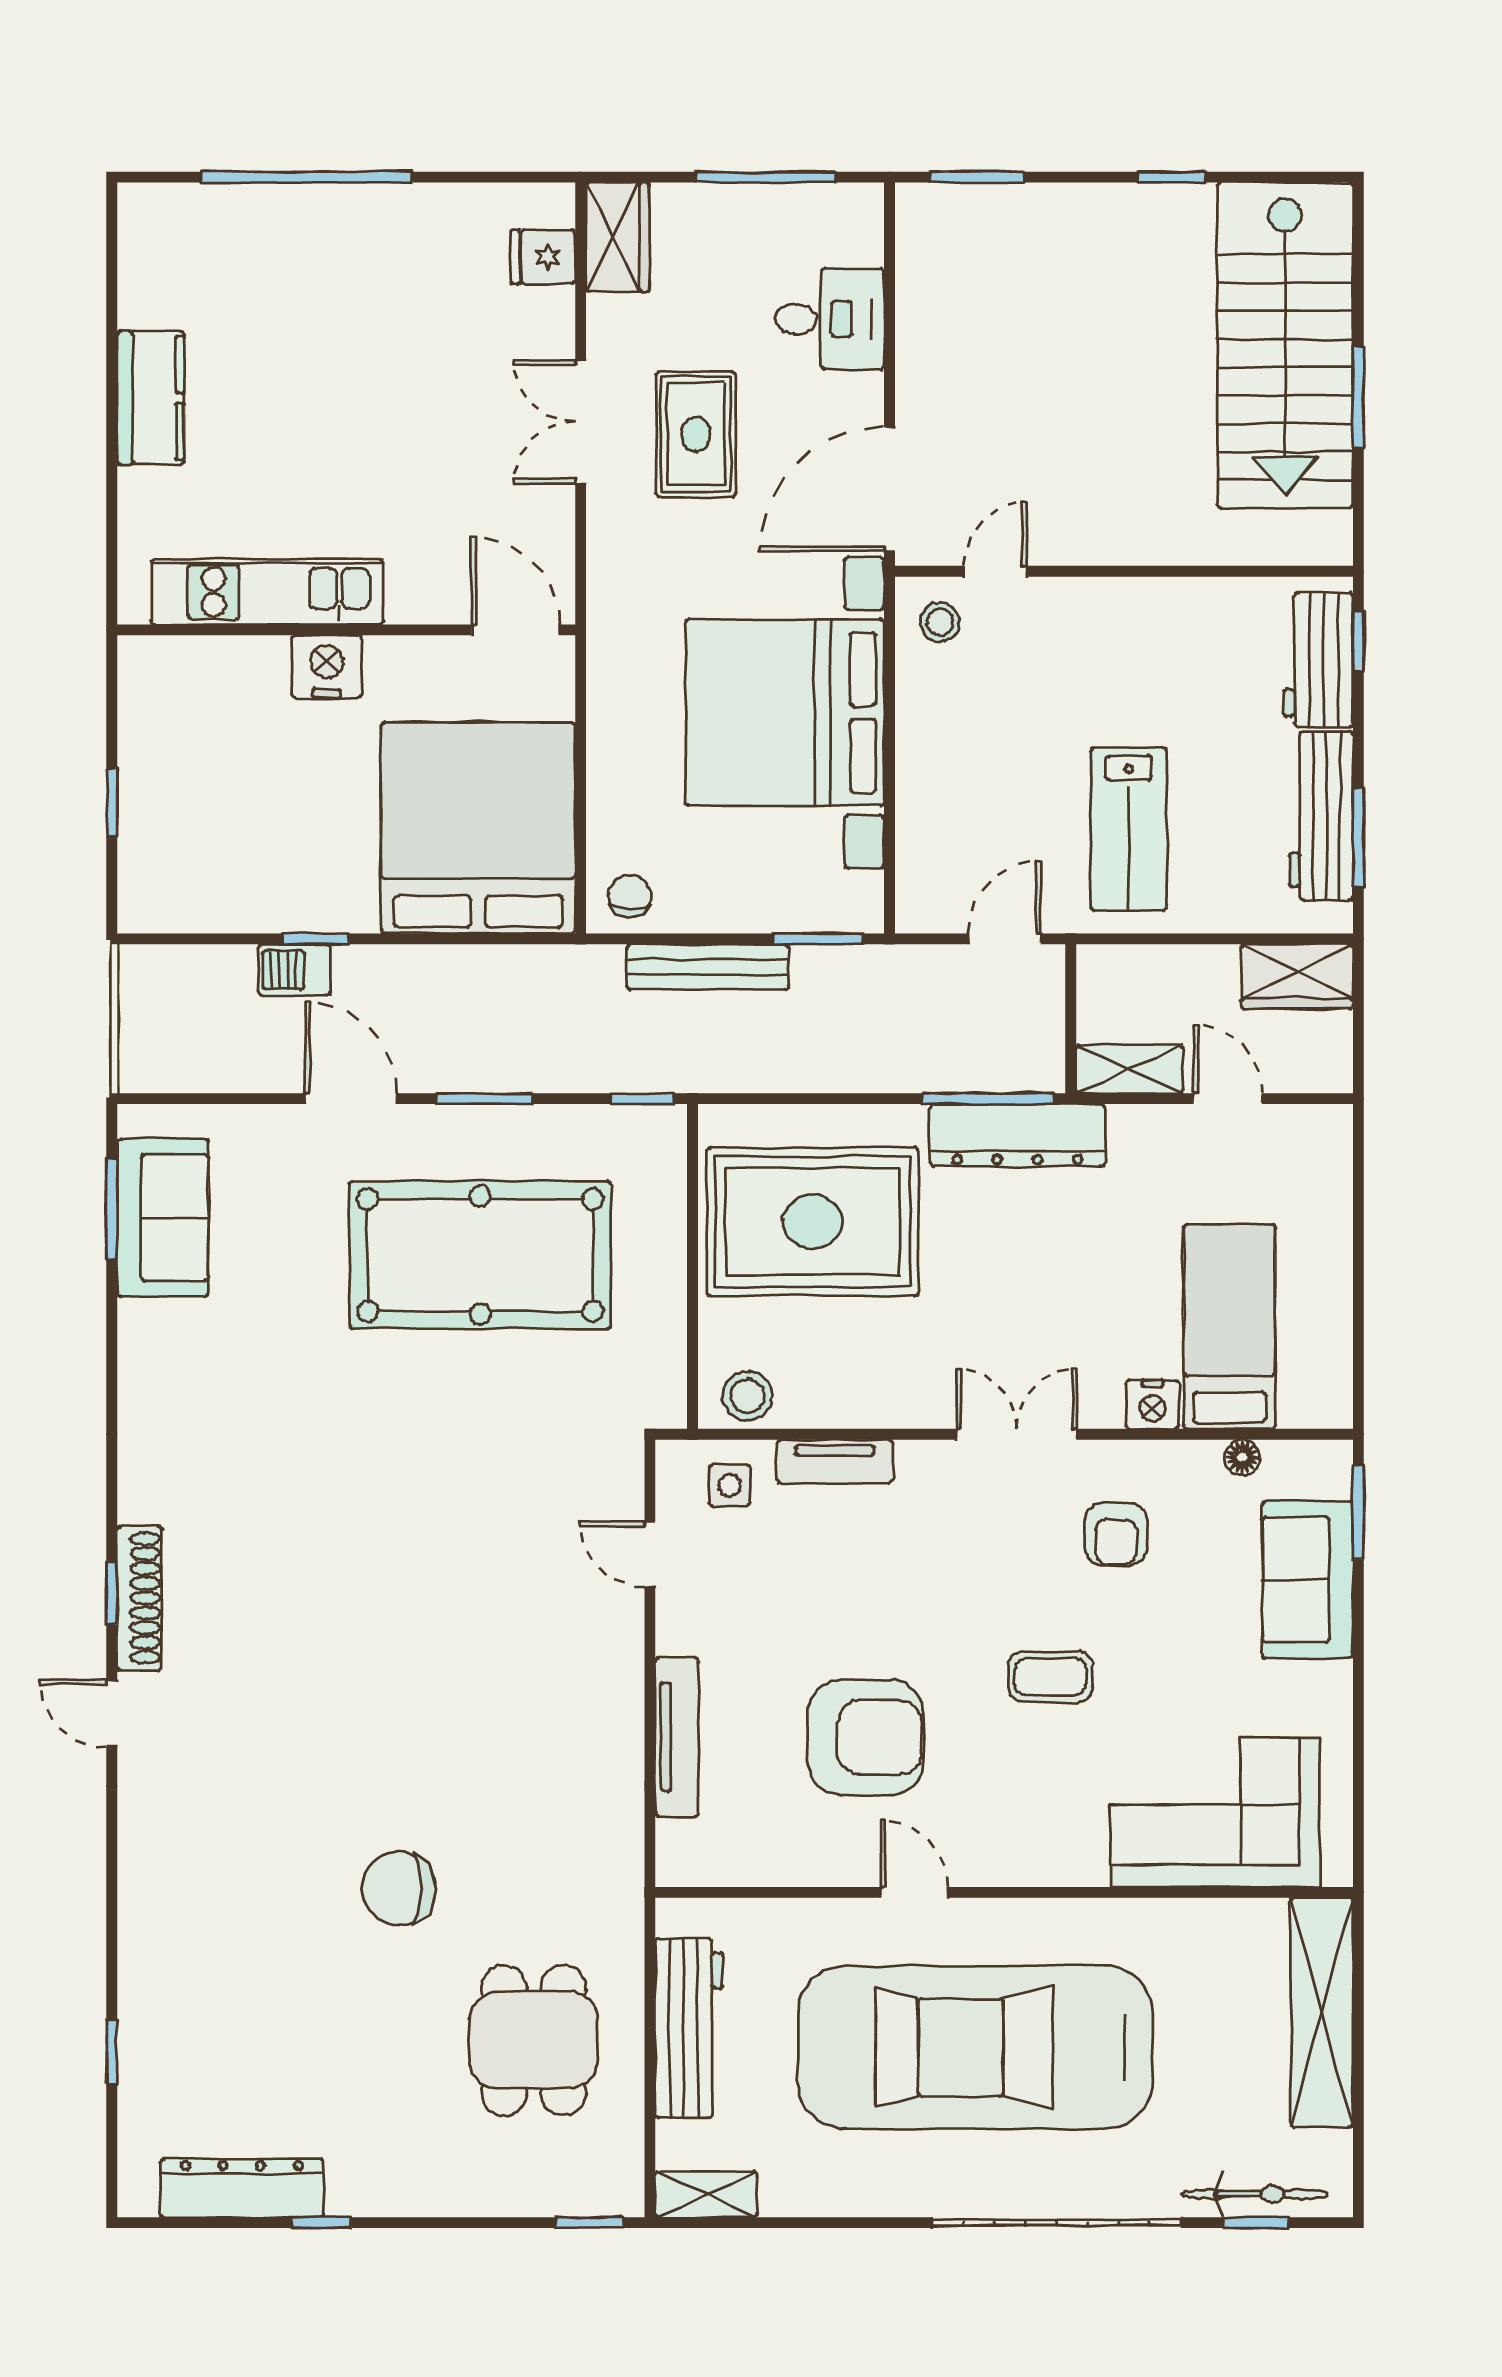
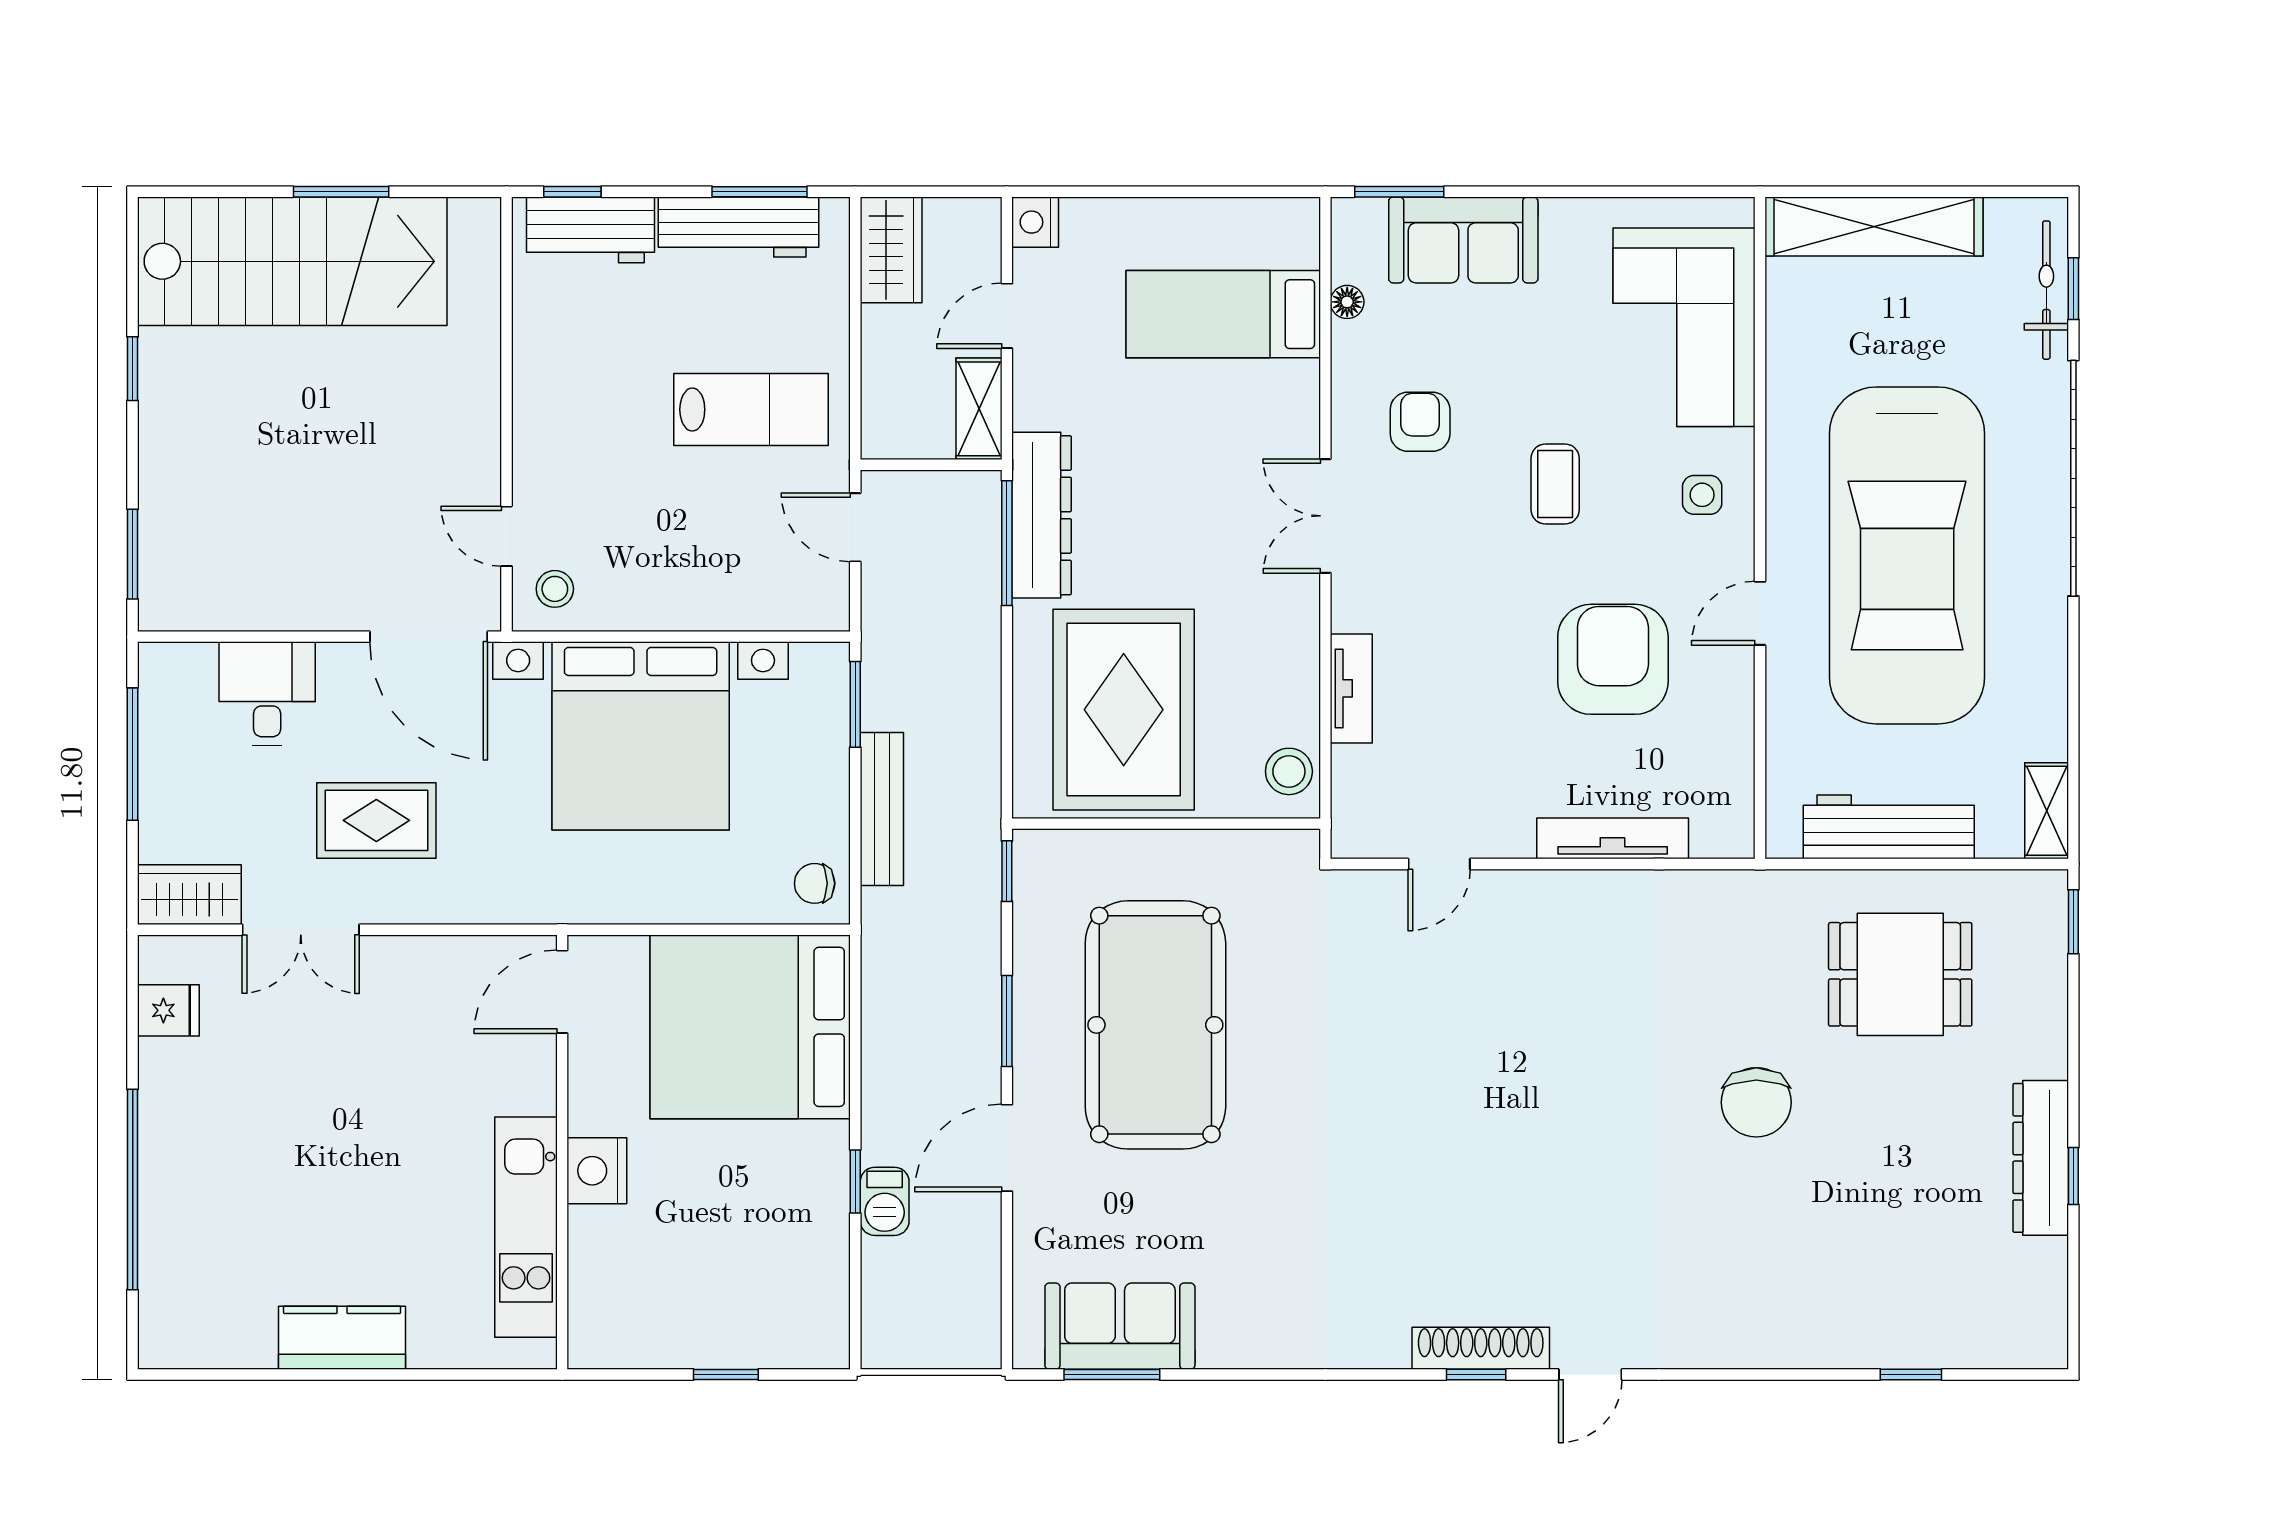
fridge: (543, 257) -> (168, 1010), moved, turned -90
double door: (581, 422) -> (301, 930), moved
nightstand: (1153, 1404) -> (1035, 222), moved, turned 180
side table: (730, 1485) -> (1702, 495), moved
armchair: (1116, 1534) -> (1420, 422), turned -90
dresser: (242, 2188) -> (2041, 1158), moved

